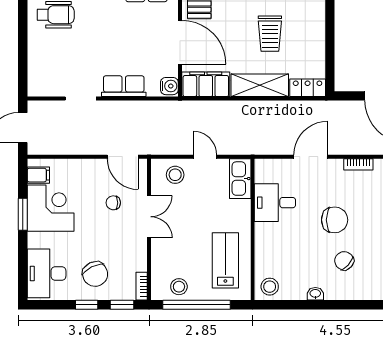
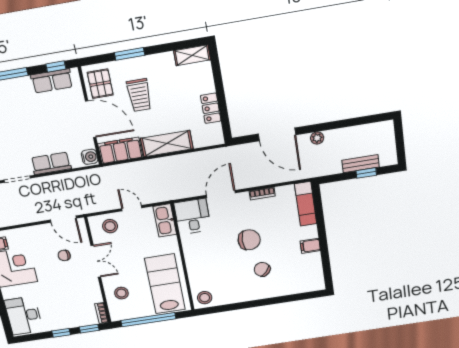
trolley: (270, 34) -> (139, 95), moved
locker: (308, 88) -> (211, 108), moved, turned -90
desk: (275, 203) -> (193, 216), moved, turned 90
lab bench: (225, 260) -> (165, 284), width x1.36, depth x1.39
chair: (95, 274) -> (62, 310), removed
stool: (179, 287) -> (121, 293), moved
washbasin: (315, 294) -> (243, 297), removed

